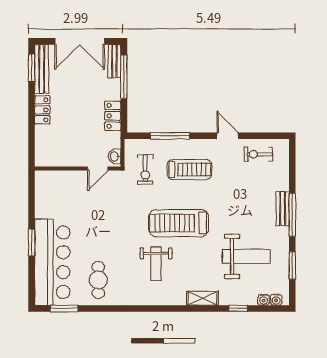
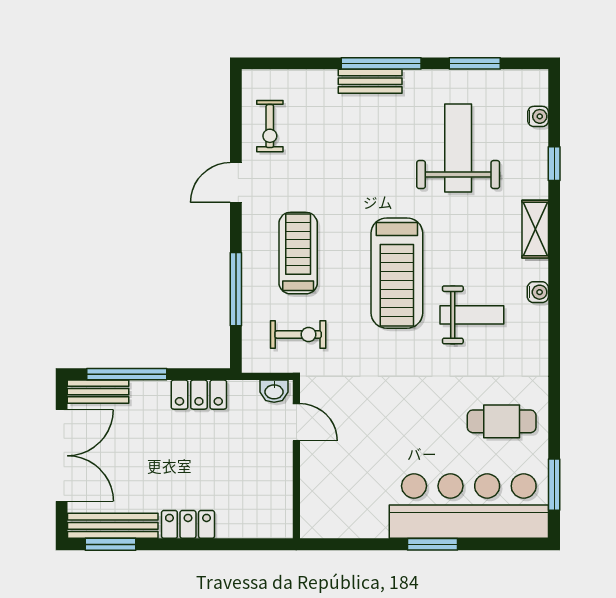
water cooler: (276, 300) -> (538, 292), moved

